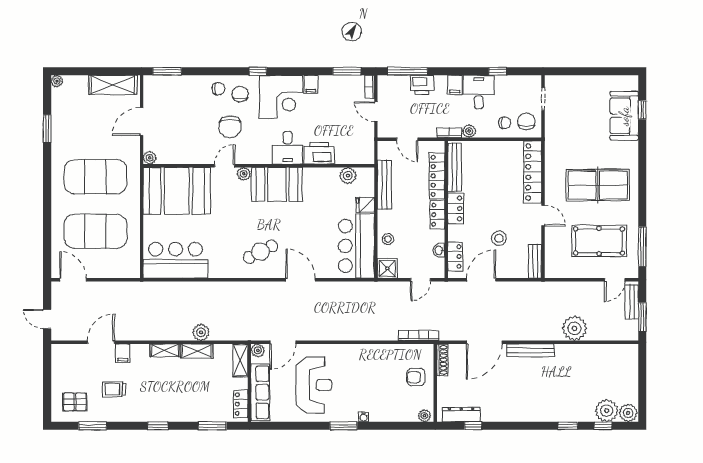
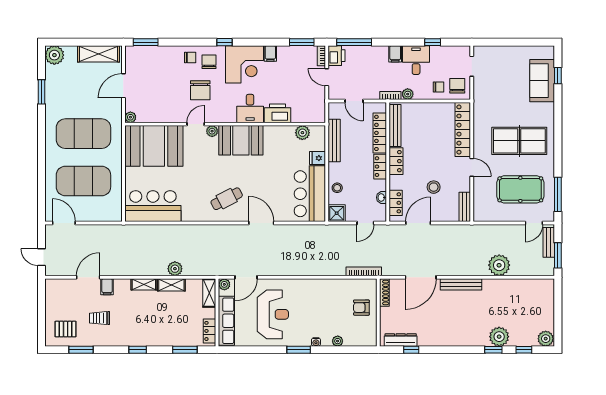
plant: (57, 81) -> (54, 55), width x1.88, depth x1.88
printer: (422, 85) -> (336, 56), moved, turned -90
plant: (607, 411) -> (499, 337), moved
plant: (424, 416) -> (338, 341), moved

